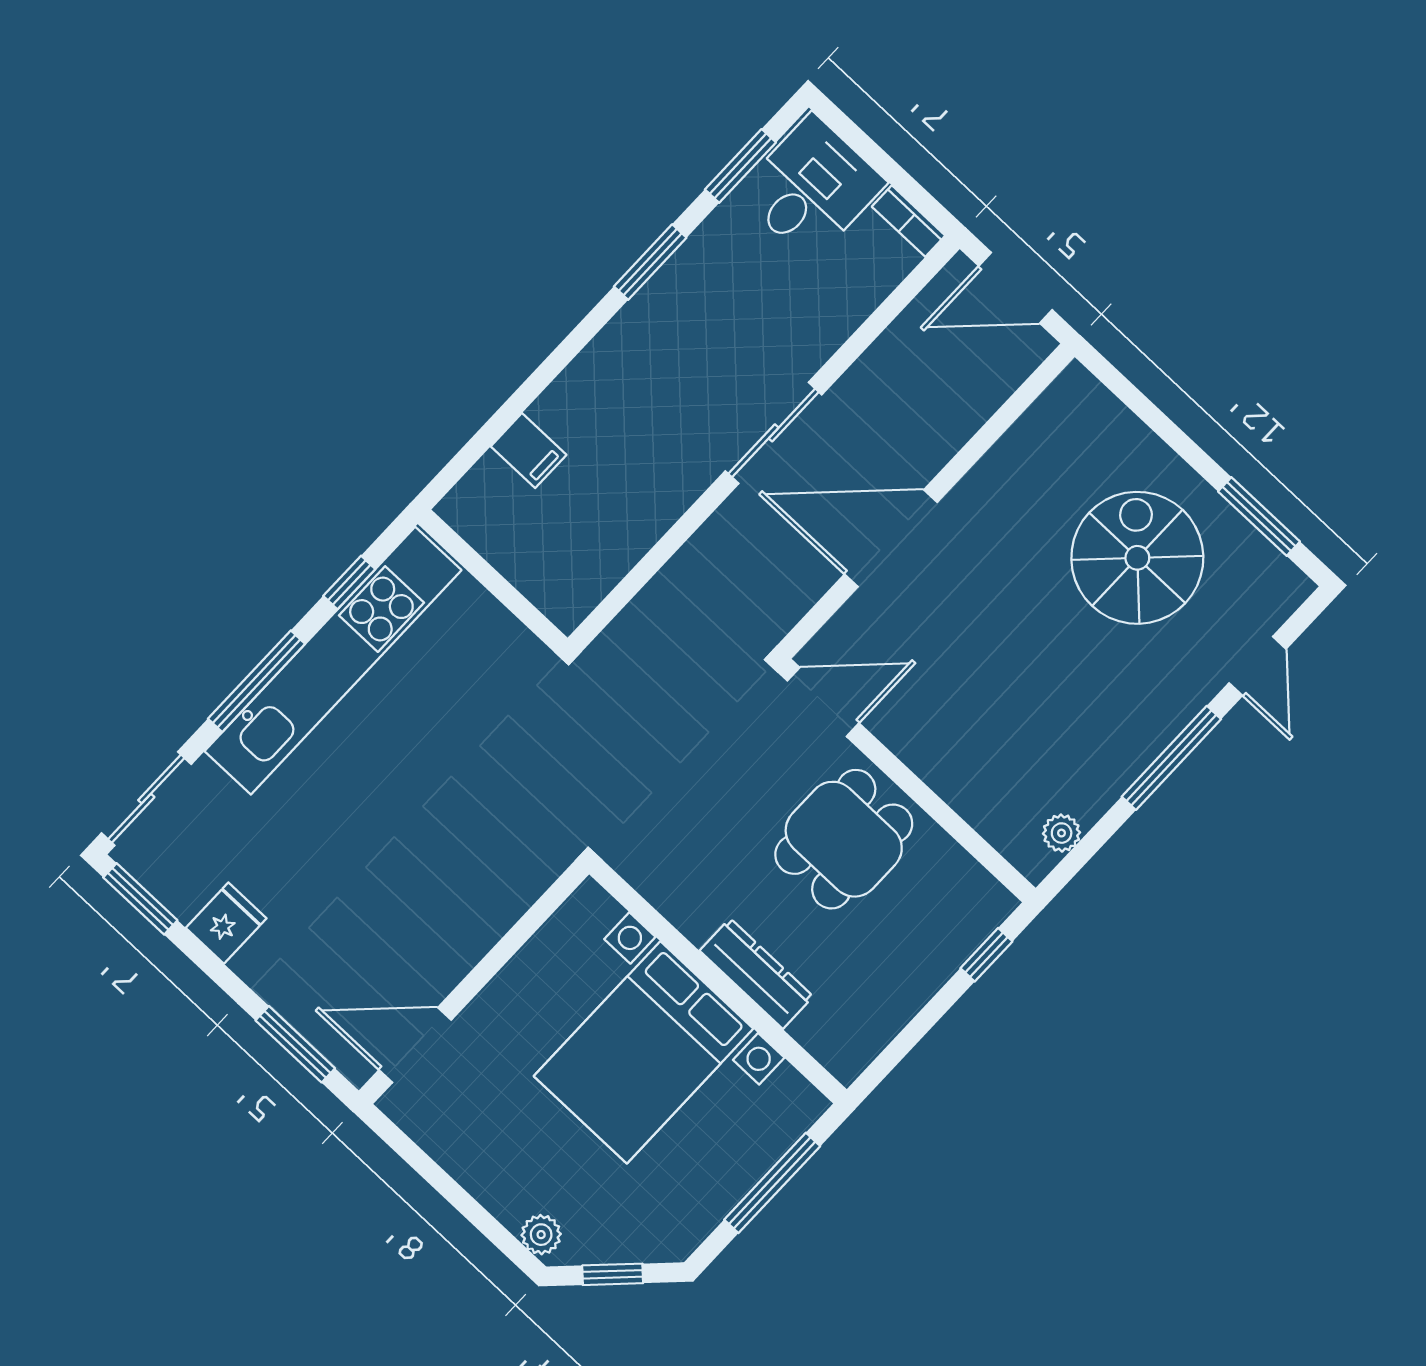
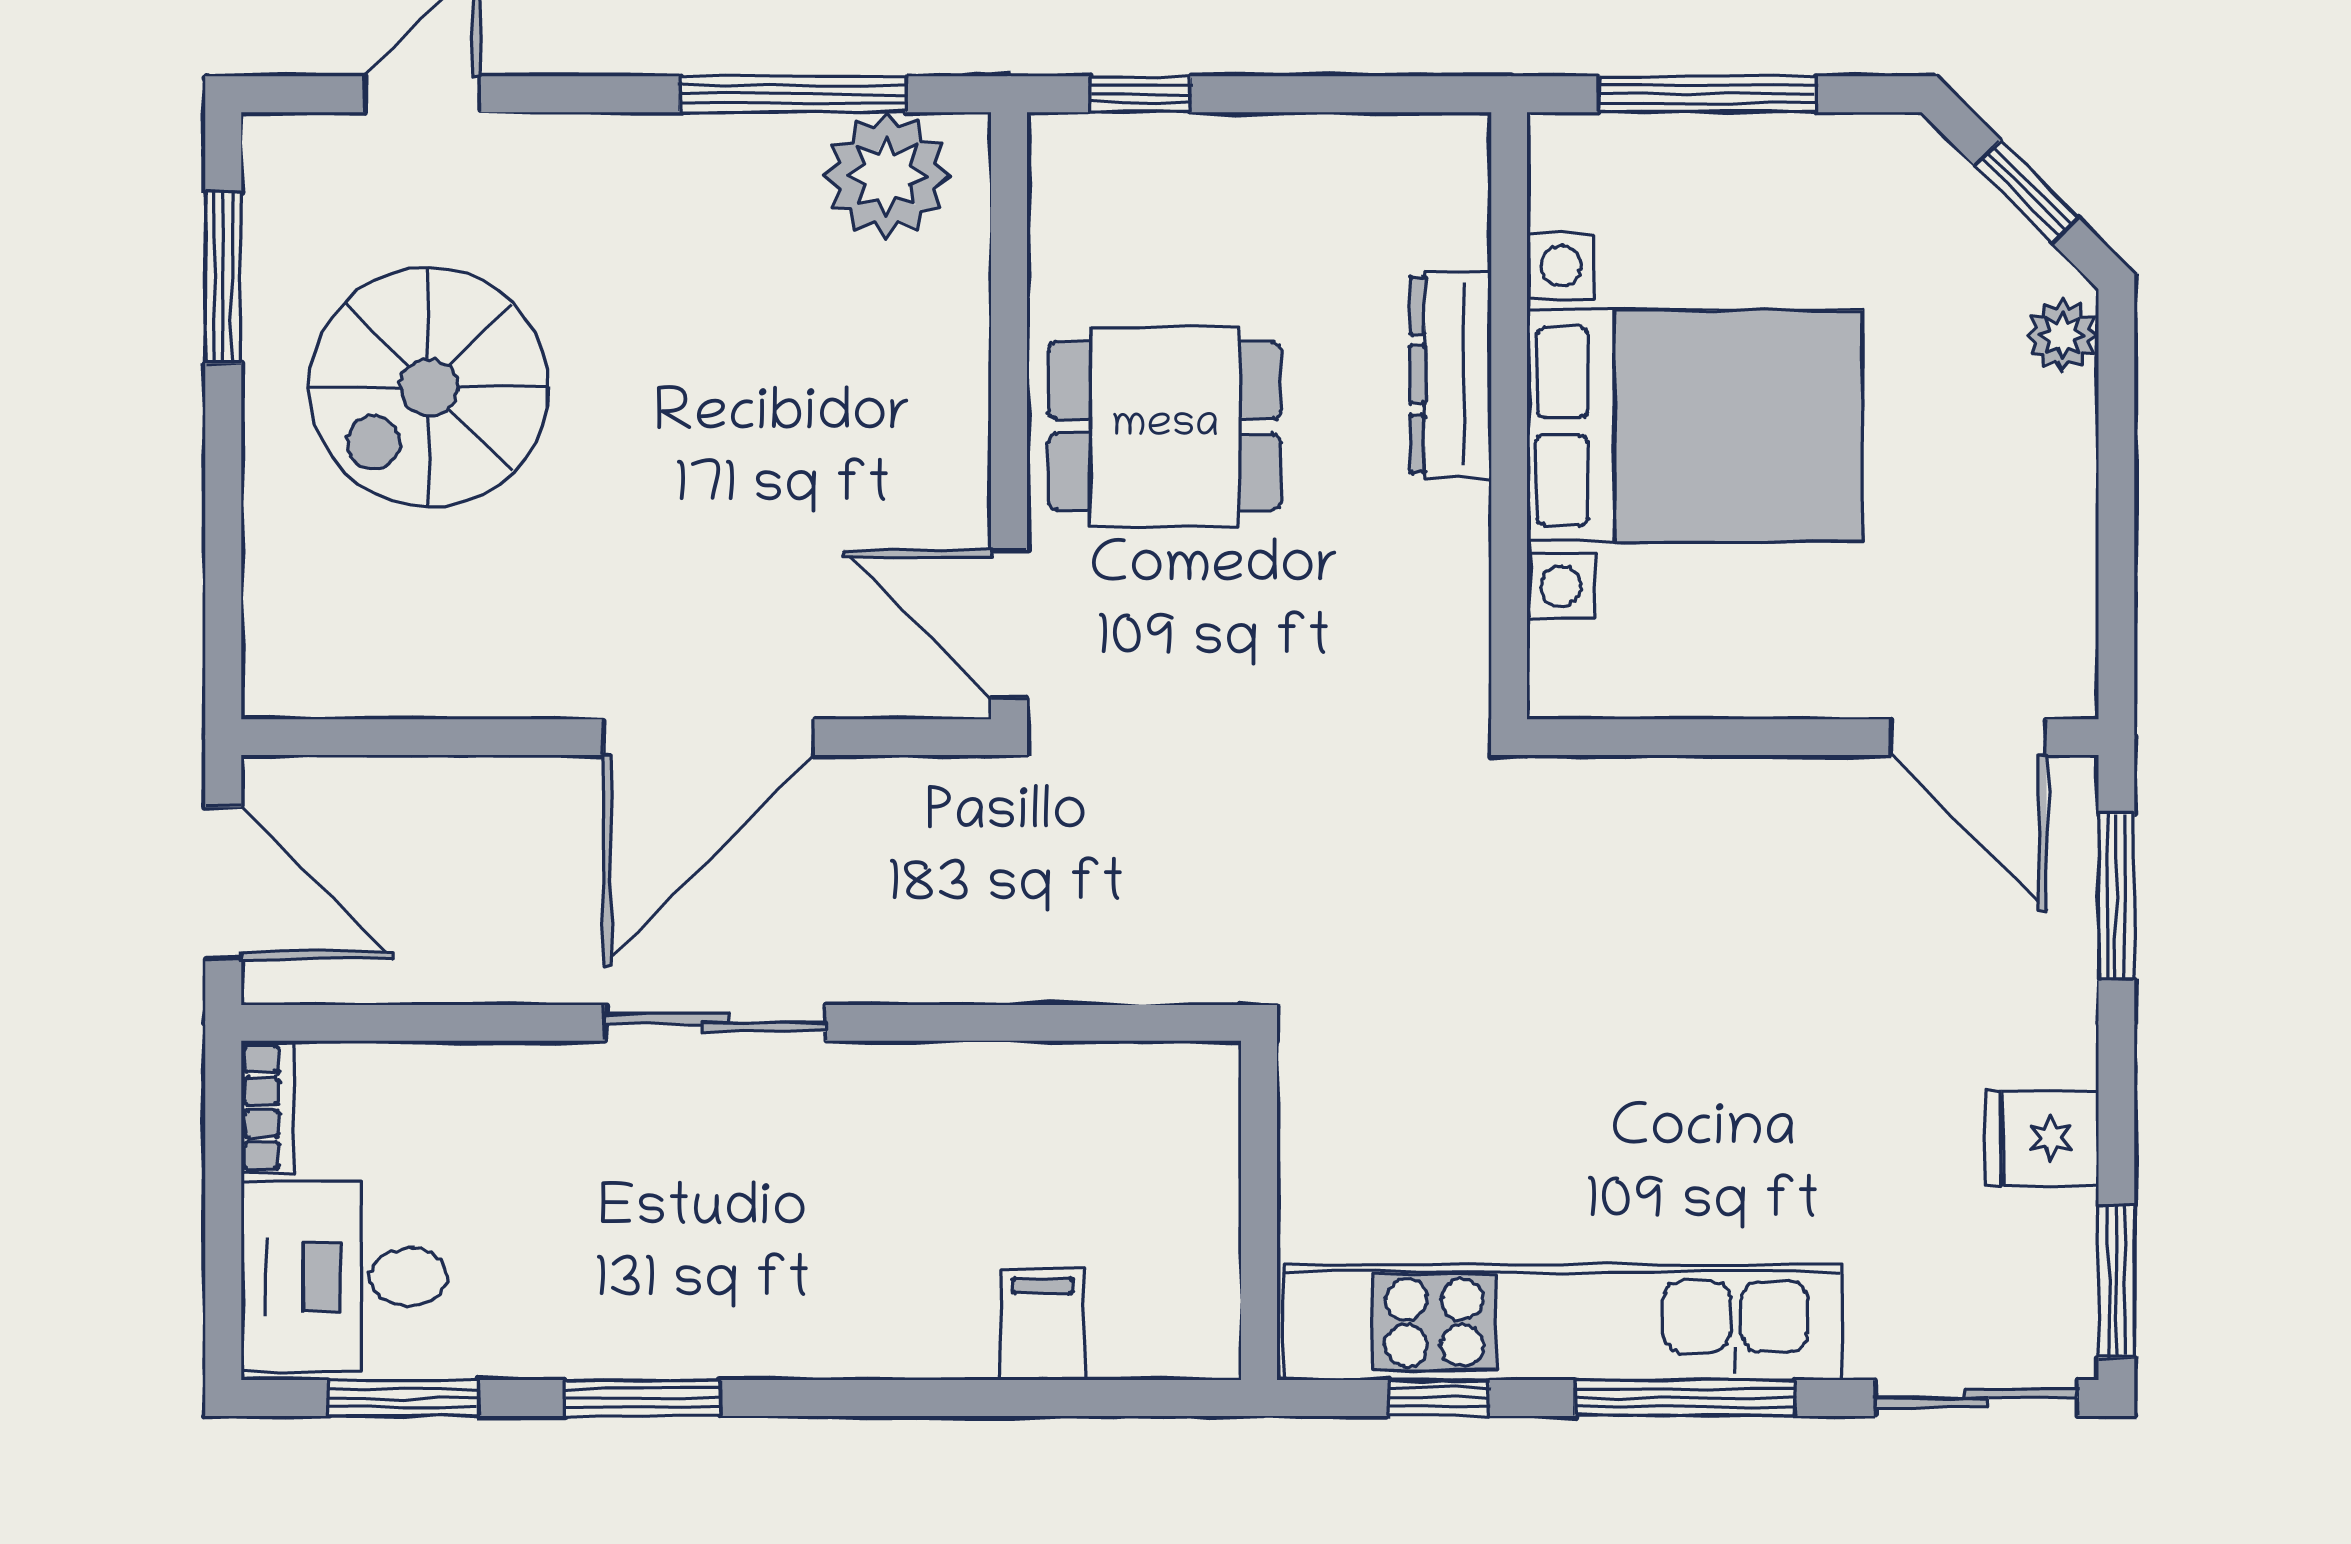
door: (891, 538) -> (709, 737), hinge flipped
window: (1171, 758) -> (793, 94), moved
plant: (1062, 833) -> (886, 176), width x1.88, depth x1.88

